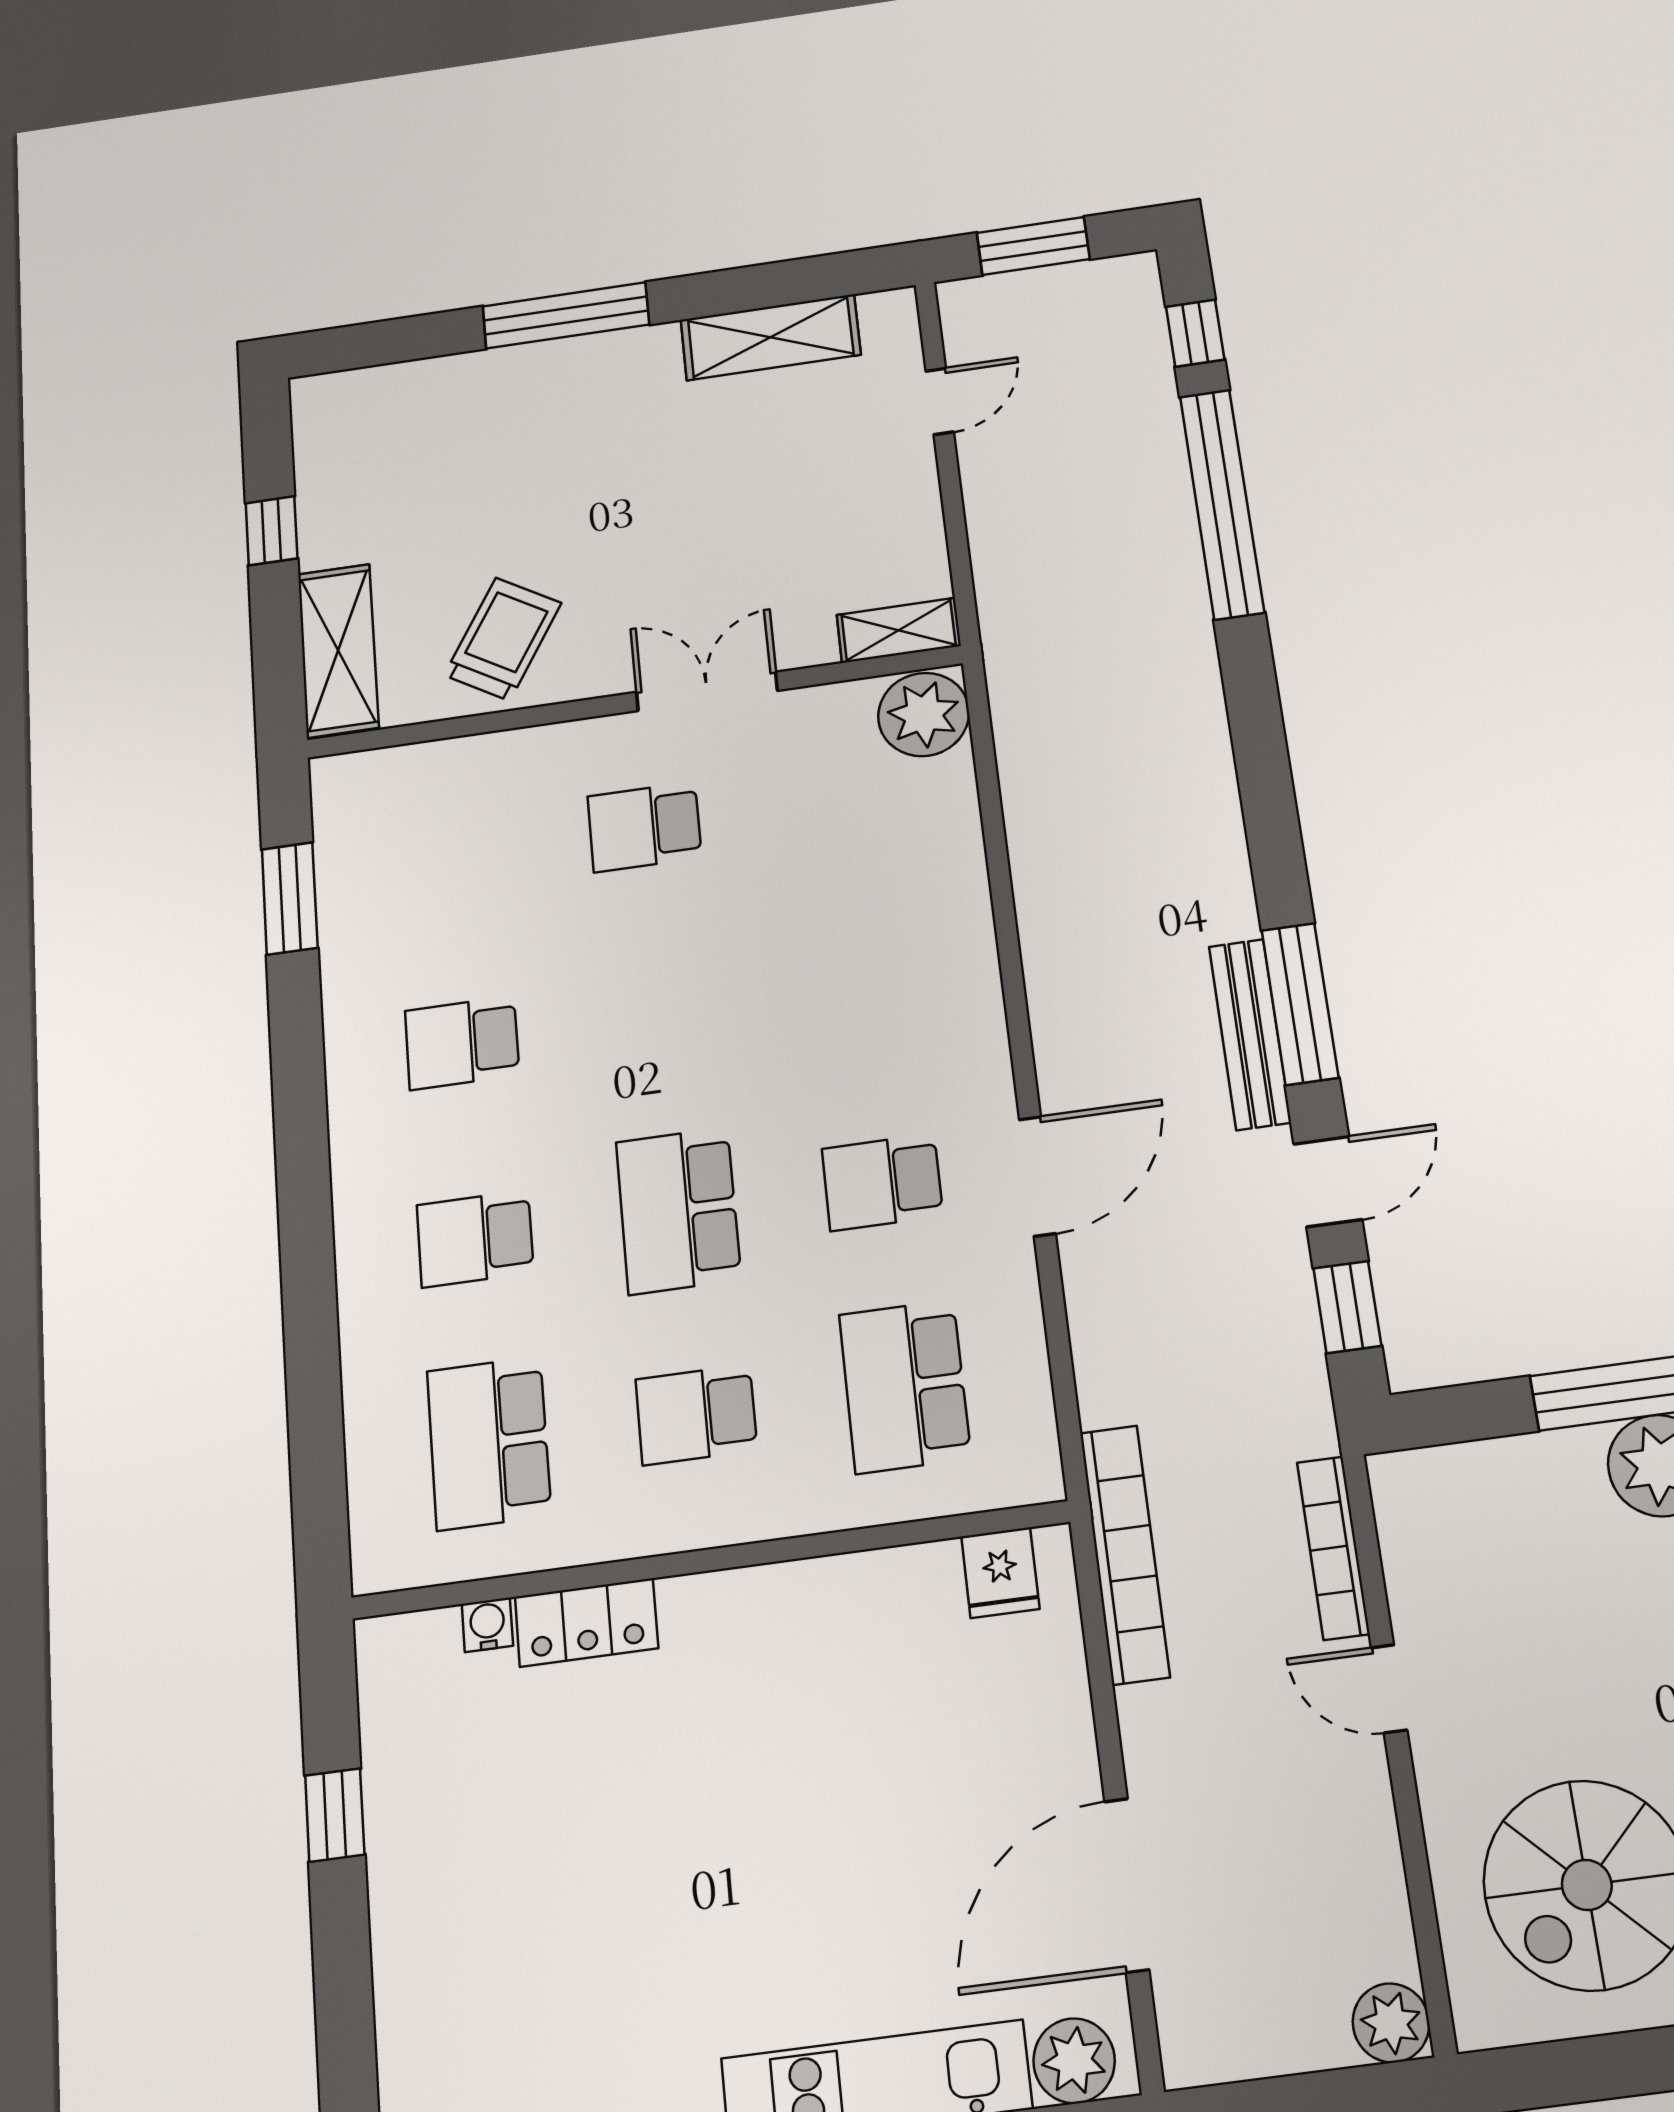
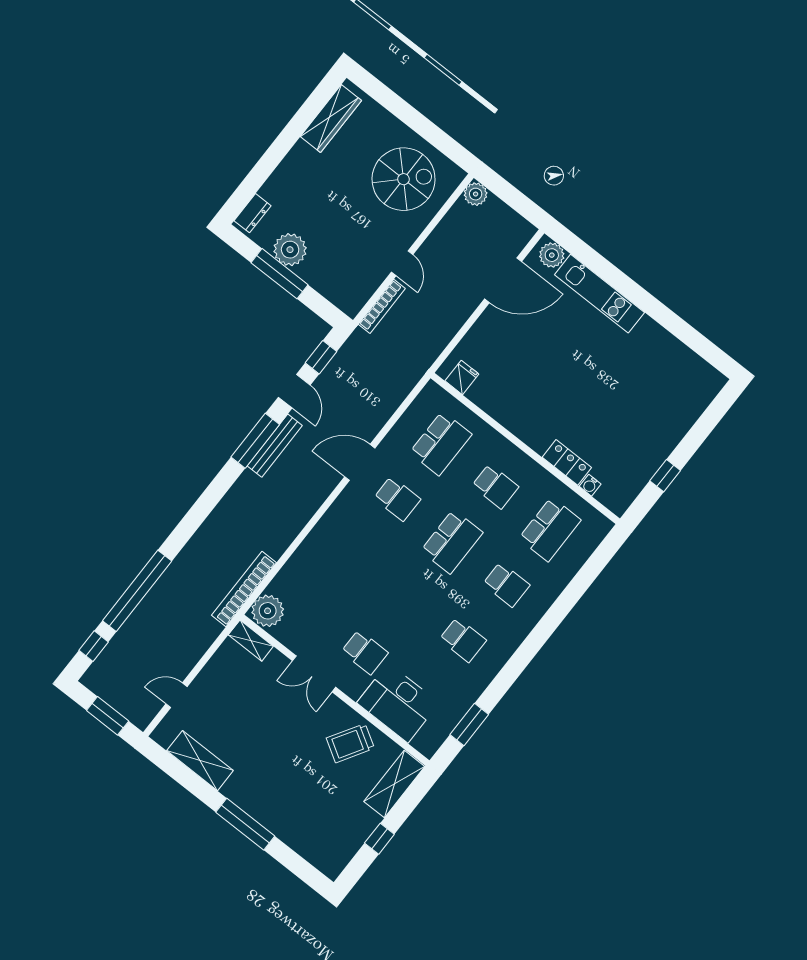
desk: (479, 800) -> (398, 703), added
door: (1328, 1182) -> (294, 391), swing flipped
bookcase: (1125, 1554) -> (244, 589), moved

